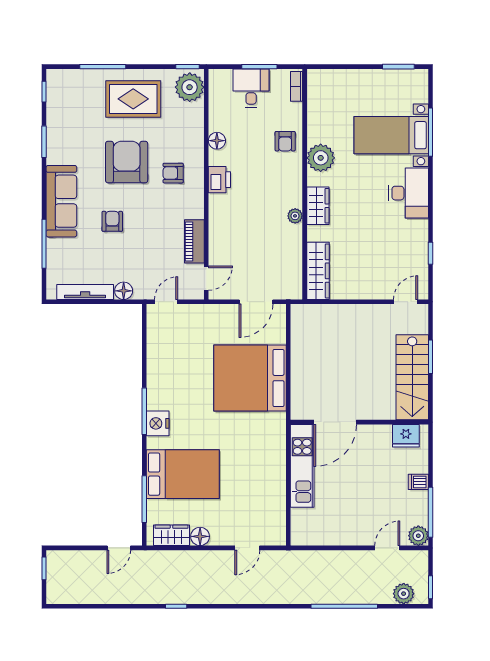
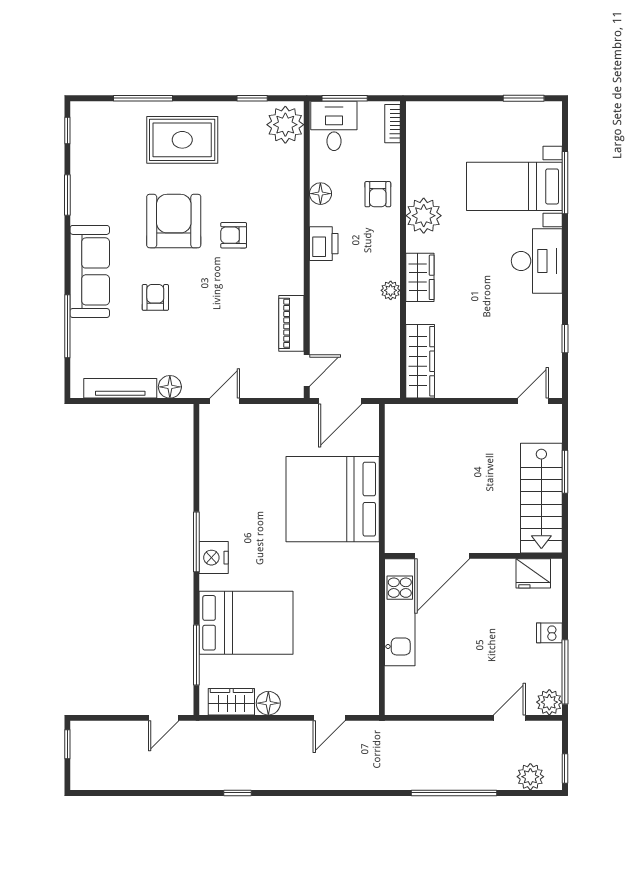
plant: (190, 87) -> (285, 125), moved
floor lamp: (217, 141) -> (320, 194), moved
printer: (219, 180) -> (324, 244), moved
wall: (206, 184) -> (307, 250), moved
piano: (194, 241) -> (291, 323), moved
door: (206, 278) -> (307, 370), moved

